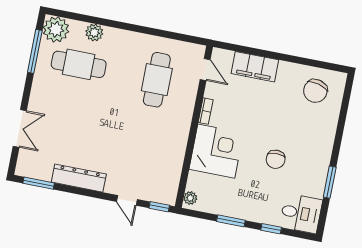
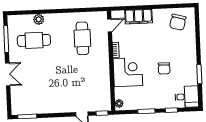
plant: (56, 29) -> (16, 23), removed
door: (205, 70) -> (110, 25), hinge flipped
double door: (20, 128) -> (8, 74), moved
dresser: (79, 178) -> (50, 108), removed

